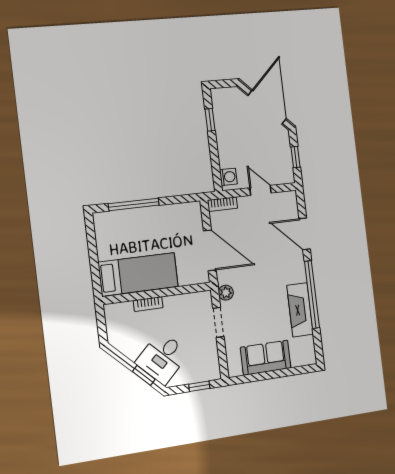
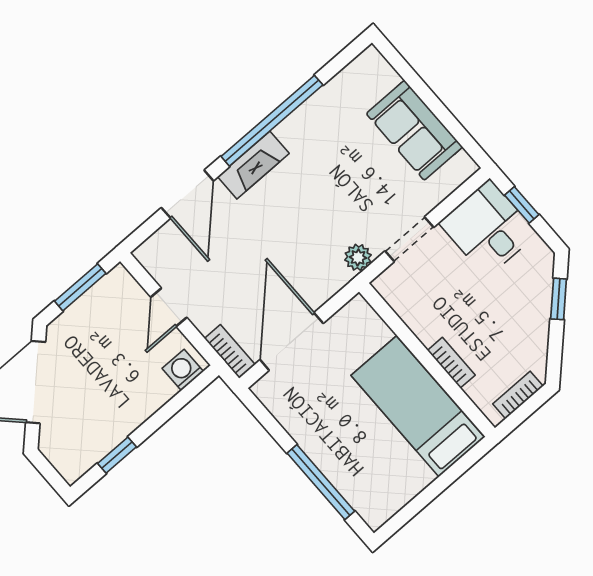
window: (295, 157) -> (80, 287), width x1.50
door: (210, 250) -> (292, 342), moved
fireplace: (300, 310) -> (253, 165), moved, width x0.73, depth x0.76
bookcase: (111, 326) -> (518, 395), added
desk: (162, 358) -> (488, 228), moved, turned -135

